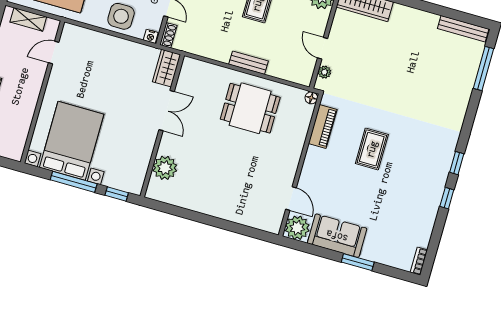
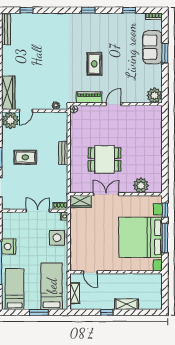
door: (323, 48) -> (26, 111), moved
window: (484, 69) -> (27, 10), width x0.46
dining table: (250, 108) -> (105, 159), moved, turned 90
bed with nightstands: (72, 141) -> (141, 237), width x1.36
rug: (372, 149) -> (94, 64), turned 90
door: (291, 198) -> (114, 104), moved
window: (447, 198) -> (129, 10), moved
sofa: (337, 236) -> (152, 47), moved

